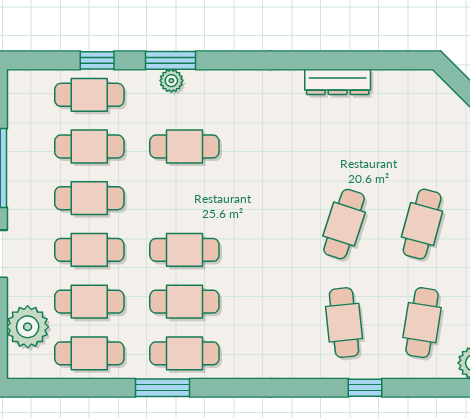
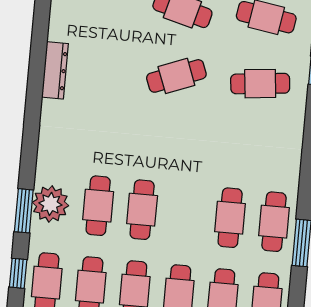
plant: (171, 81) -> (50, 204), width x1.88, depth x1.88
cafe table: (344, 224) -> (176, 76), turned -39
cafe table: (184, 250) -> (142, 210), moved

